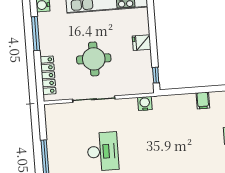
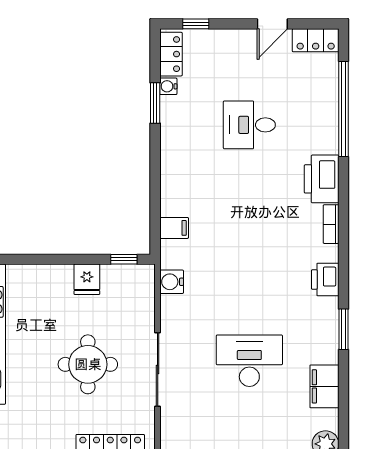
fridge: (142, 43) -> (87, 279), moved
filing cabinet: (203, 101) -> (174, 228), moved

